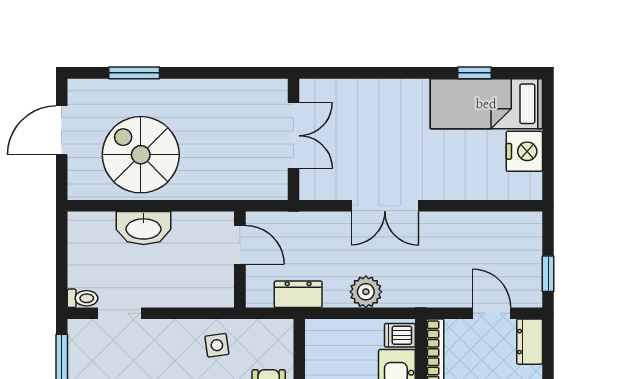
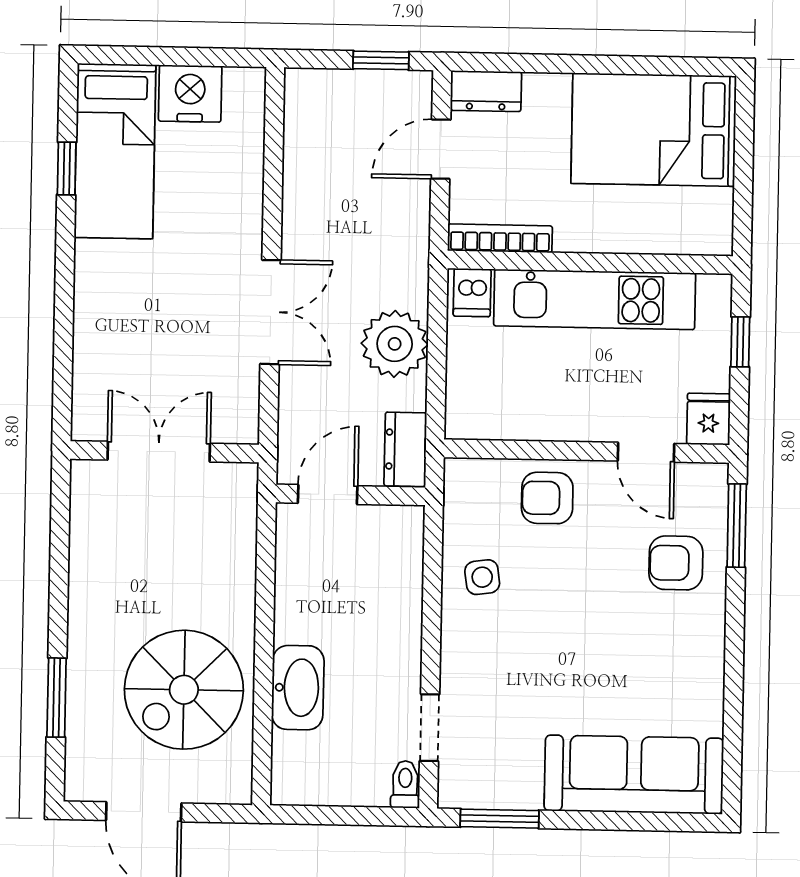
door: (240, 245) -> (328, 494), moved
wall: (240, 260) -> (351, 495), moved
plant: (366, 292) -> (395, 344), width x1.36, depth x1.36

